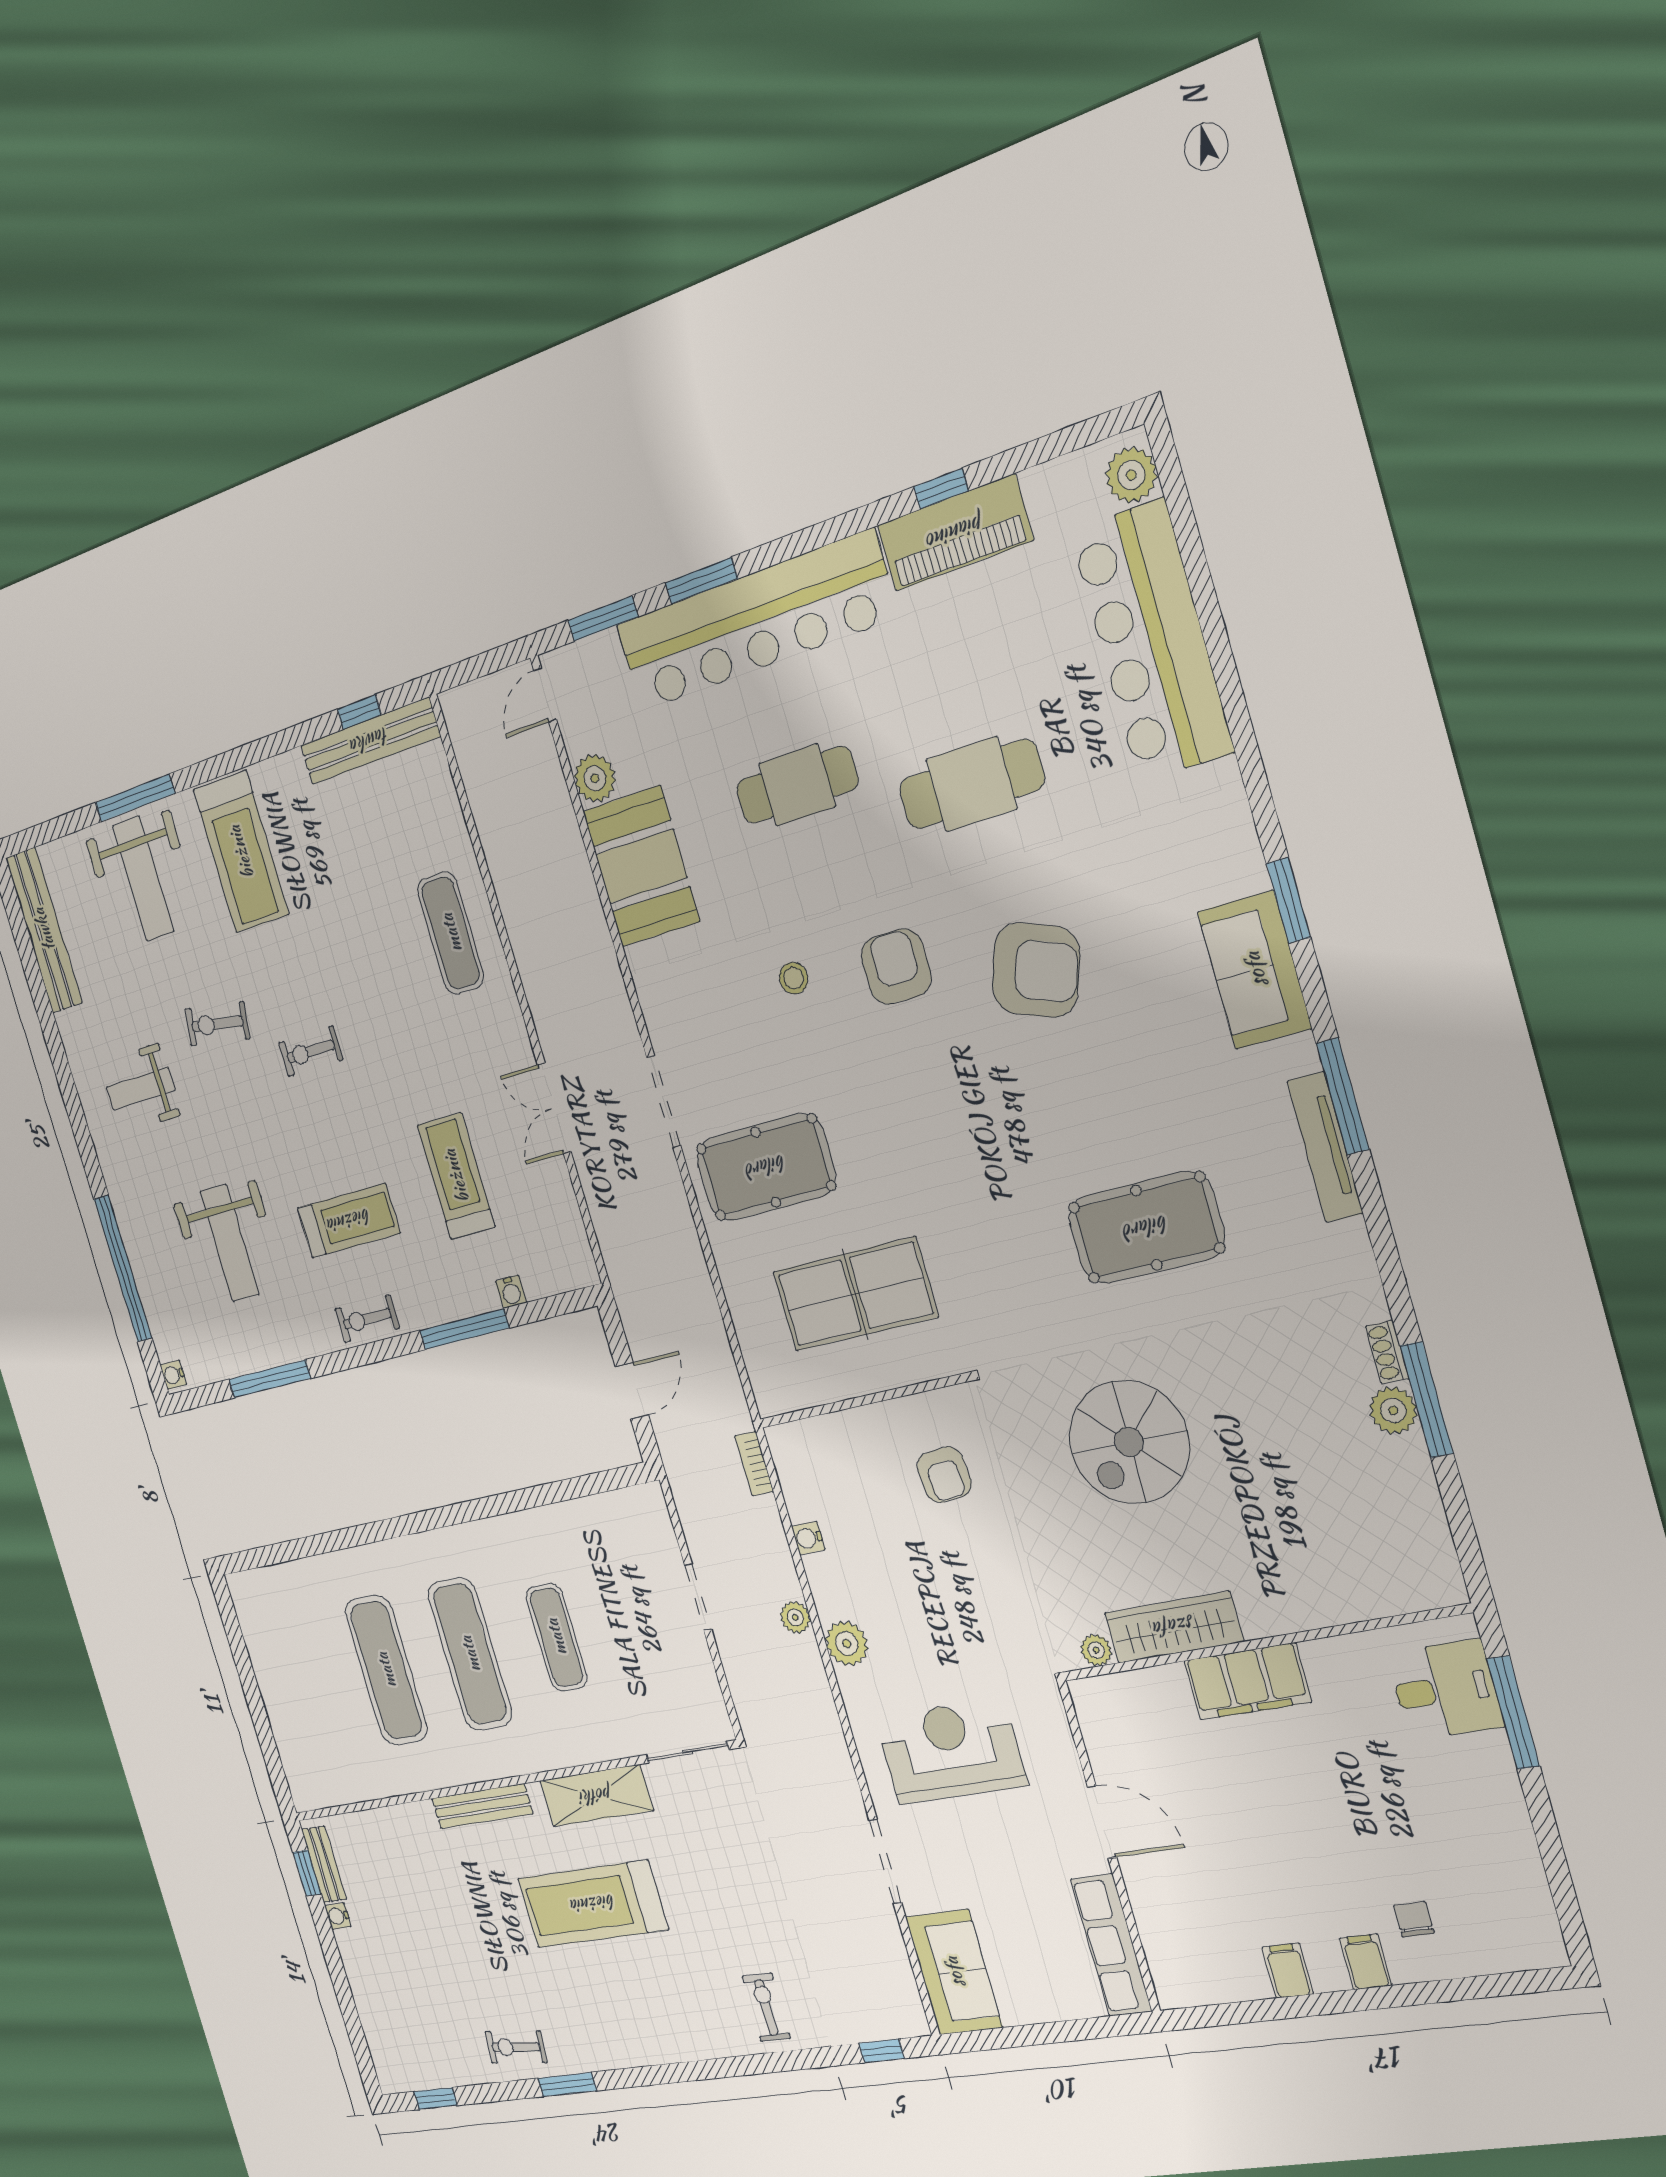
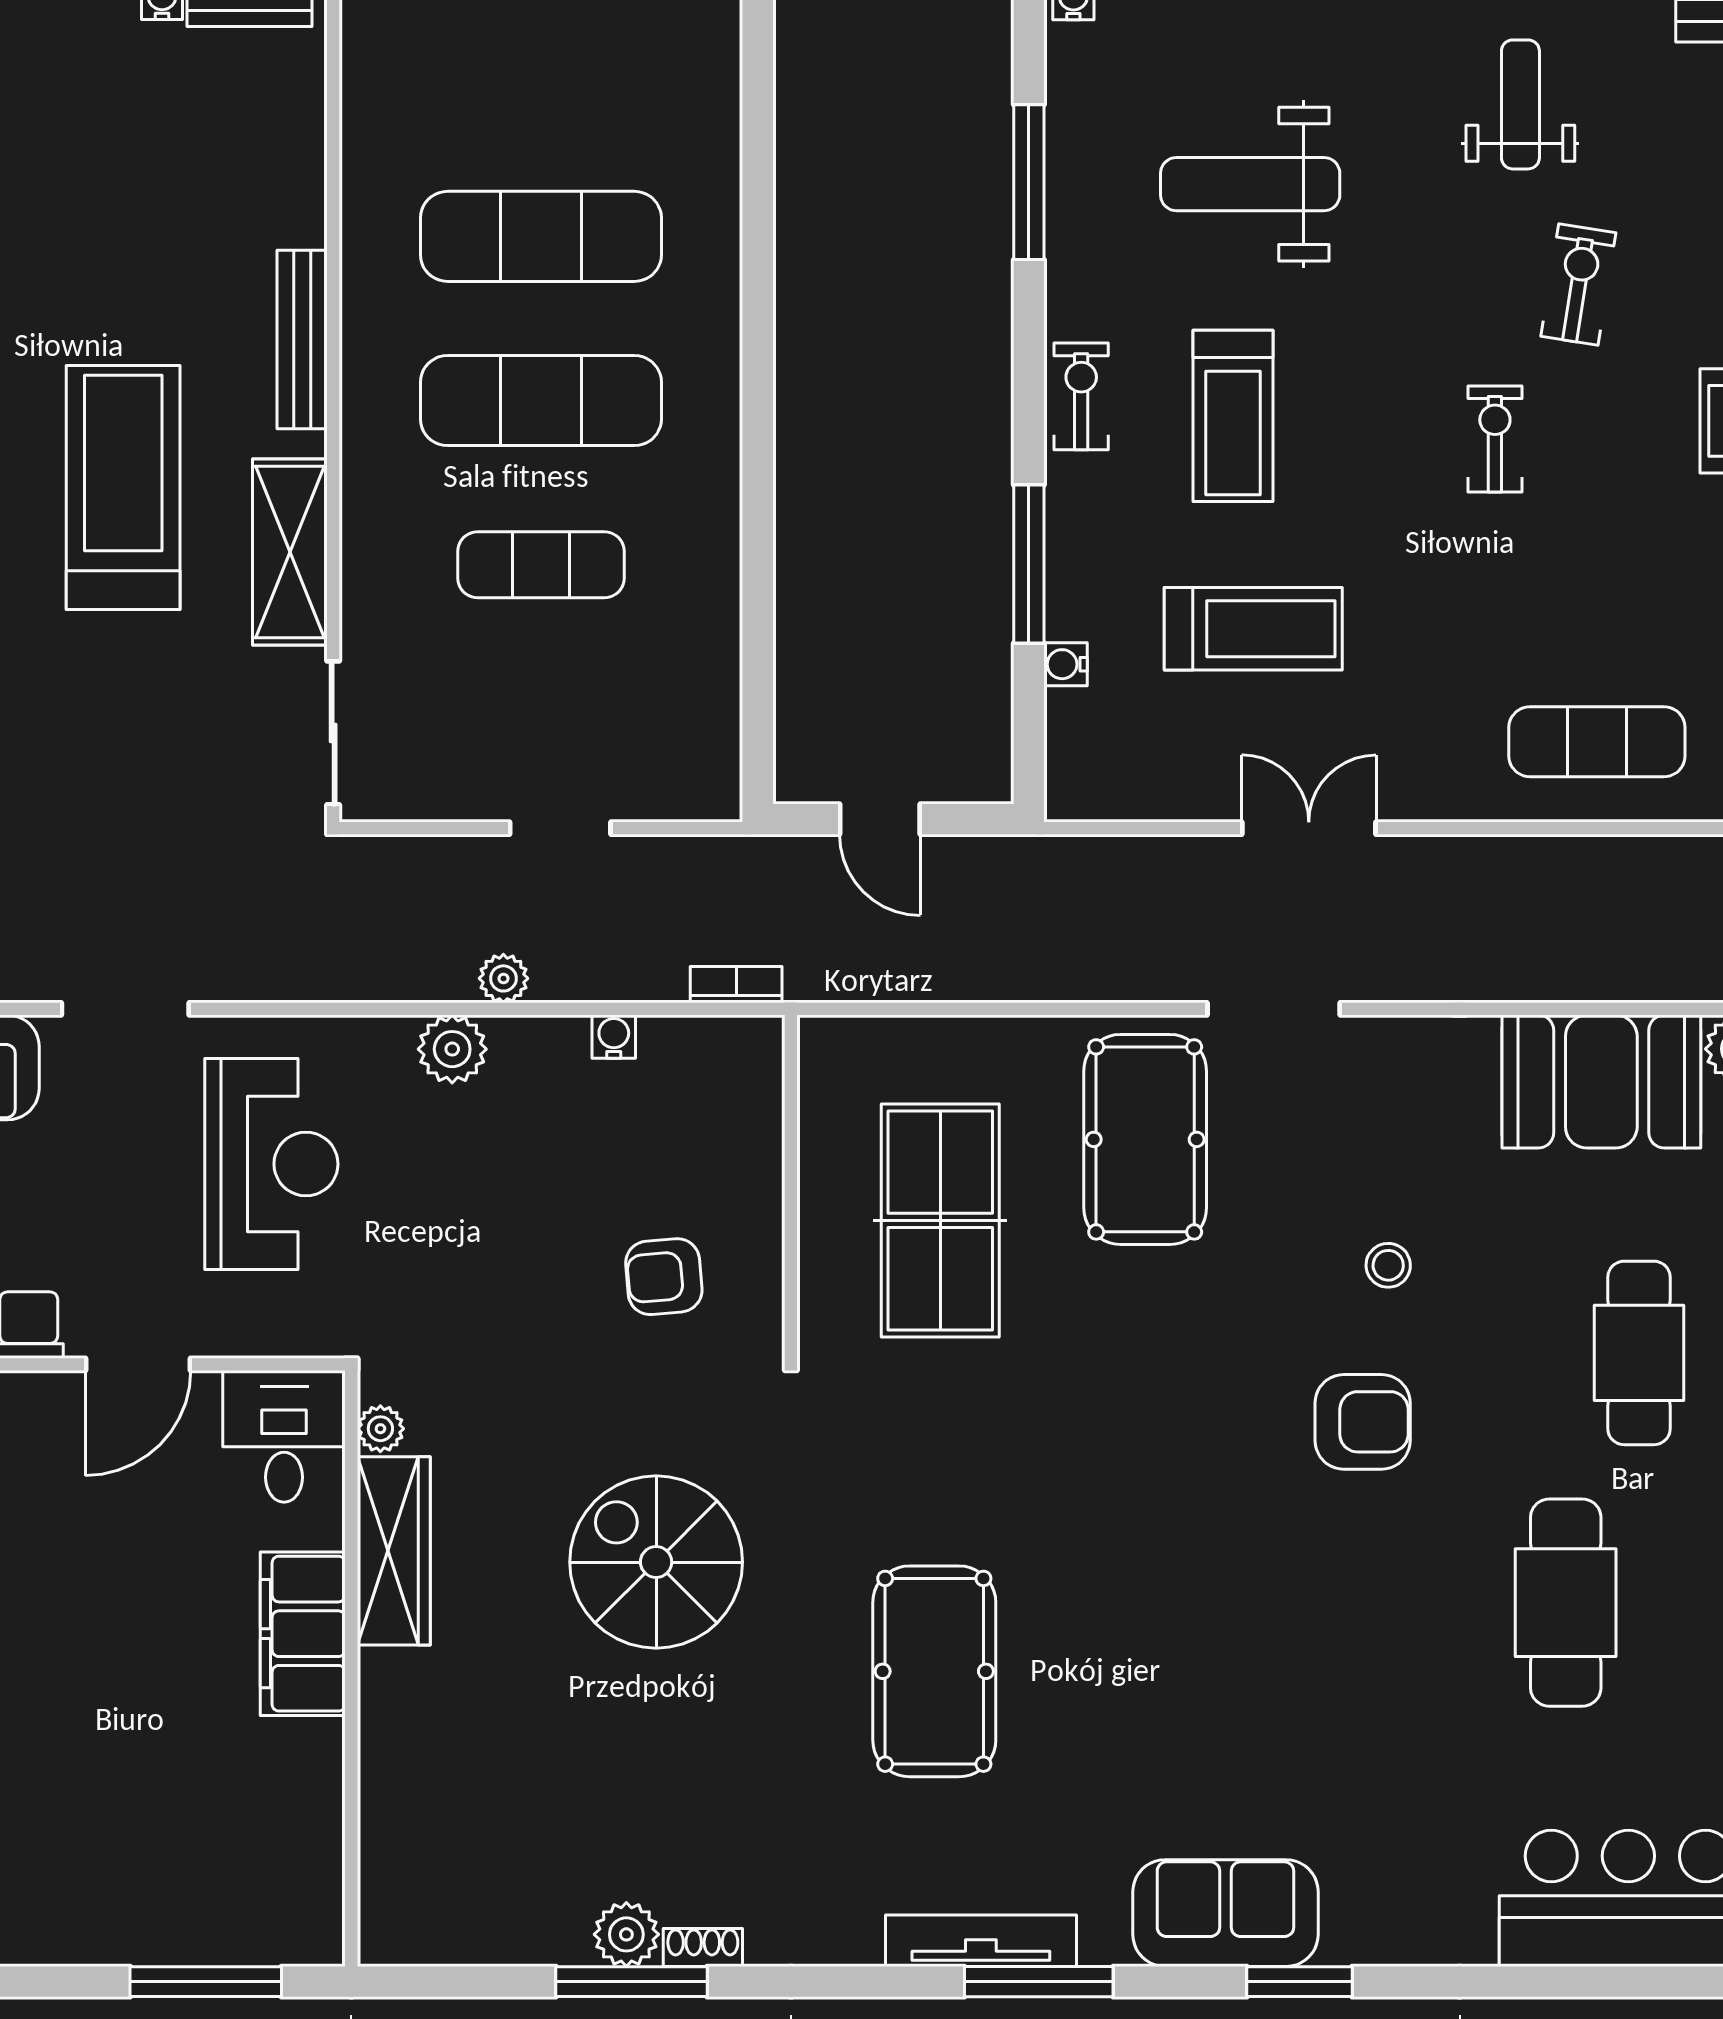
armchair: (1036, 970) -> (1305, 1619), removed
desk: (1445, 1690) -> (284, 1436), moved, turned 180

